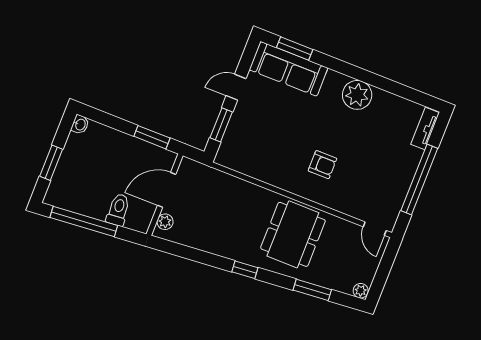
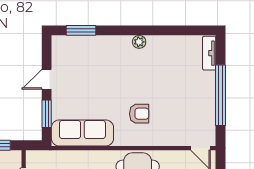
sofa: (289, 69) -> (82, 133), moved, turned 180
plant: (357, 95) -> (139, 42), width x0.53, depth x0.53

